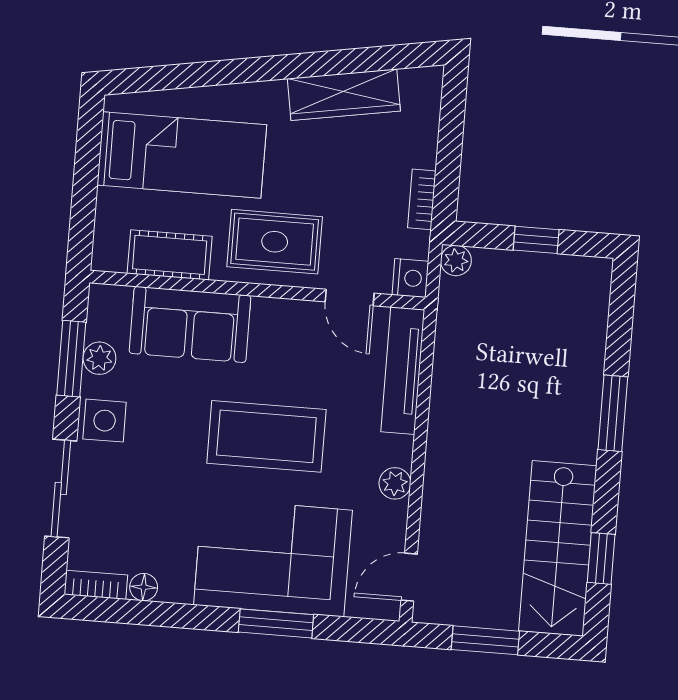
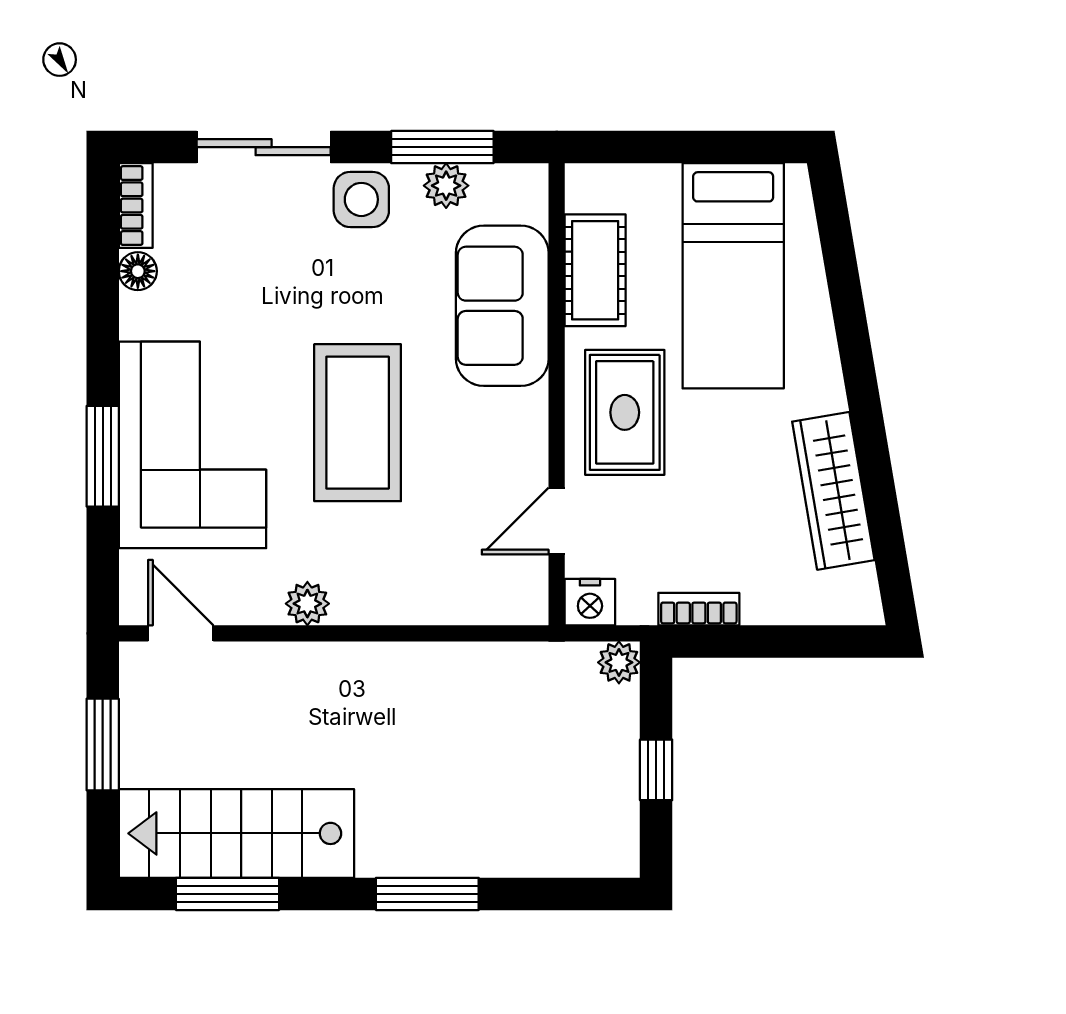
tv unit: (403, 371) -> (462, 602), removed
window: (601, 558) -> (227, 894), width x1.50

